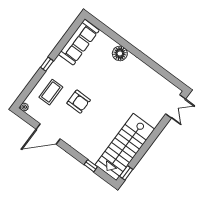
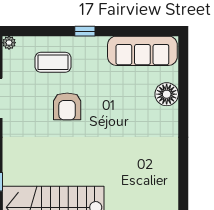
floor lamp: (120, 53) -> (167, 94), moved

